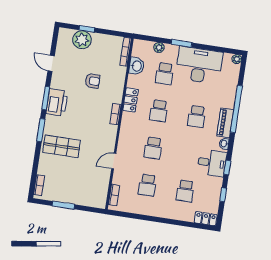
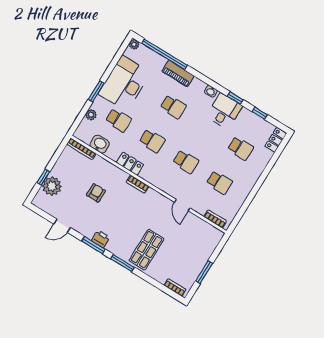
printer: (57, 103) -> (101, 239), width x0.53, depth x0.68
window: (236, 109) -> (164, 54), moved
piano: (225, 123) -> (178, 74), moved

